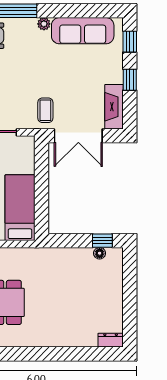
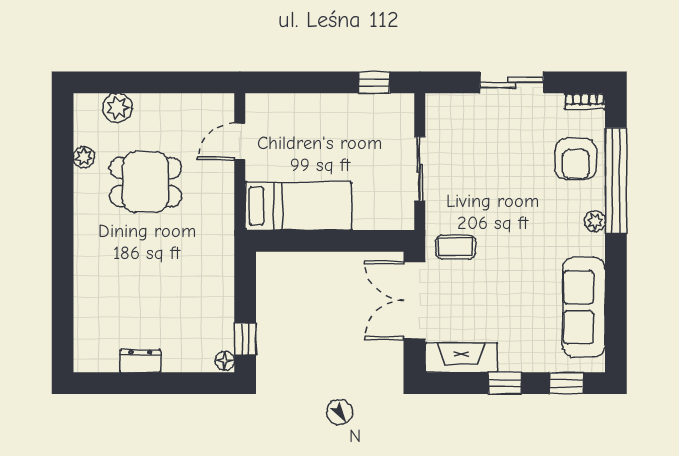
plant: (44, 24) -> (595, 221), moved
floor lamp: (100, 253) -> (225, 361), moved
dresser: (111, 340) -> (140, 361), moved, turned -90

